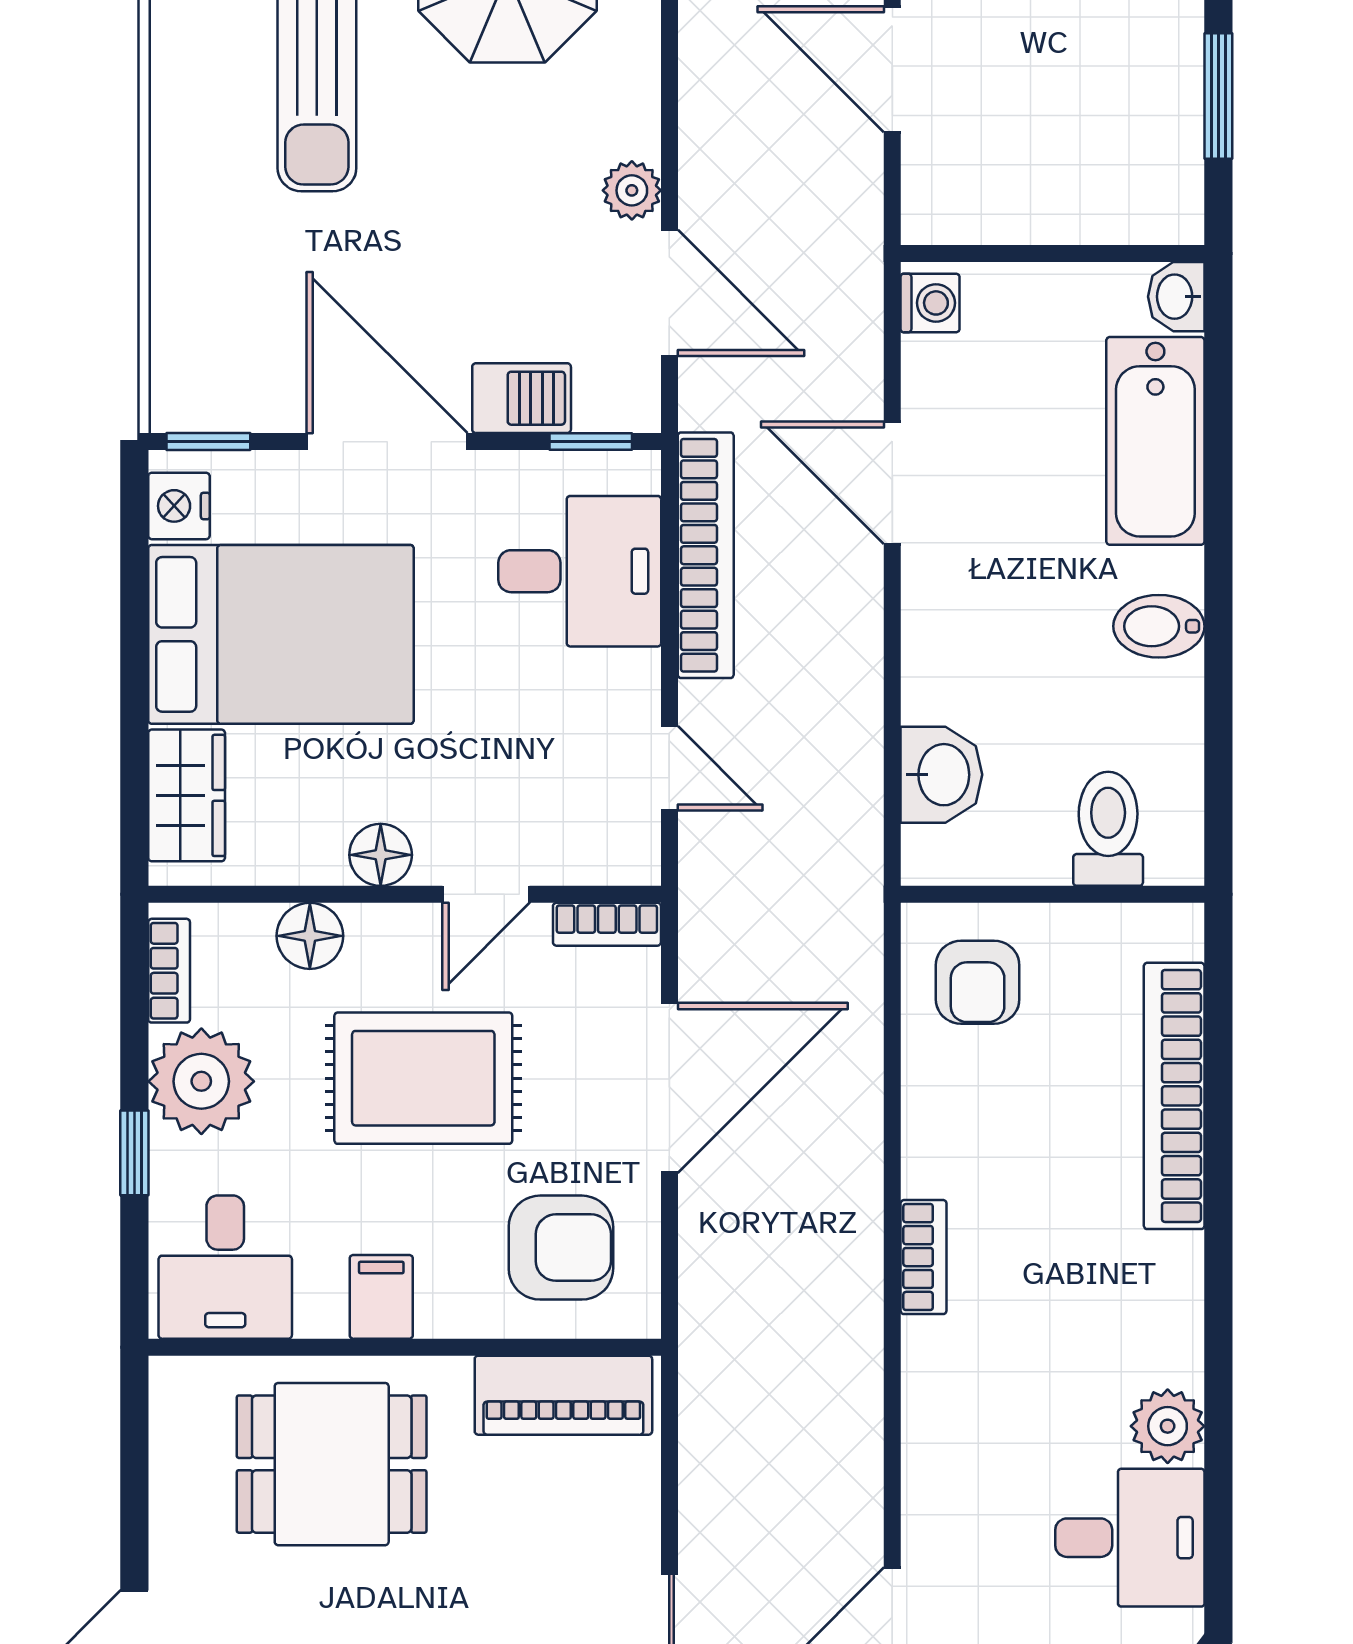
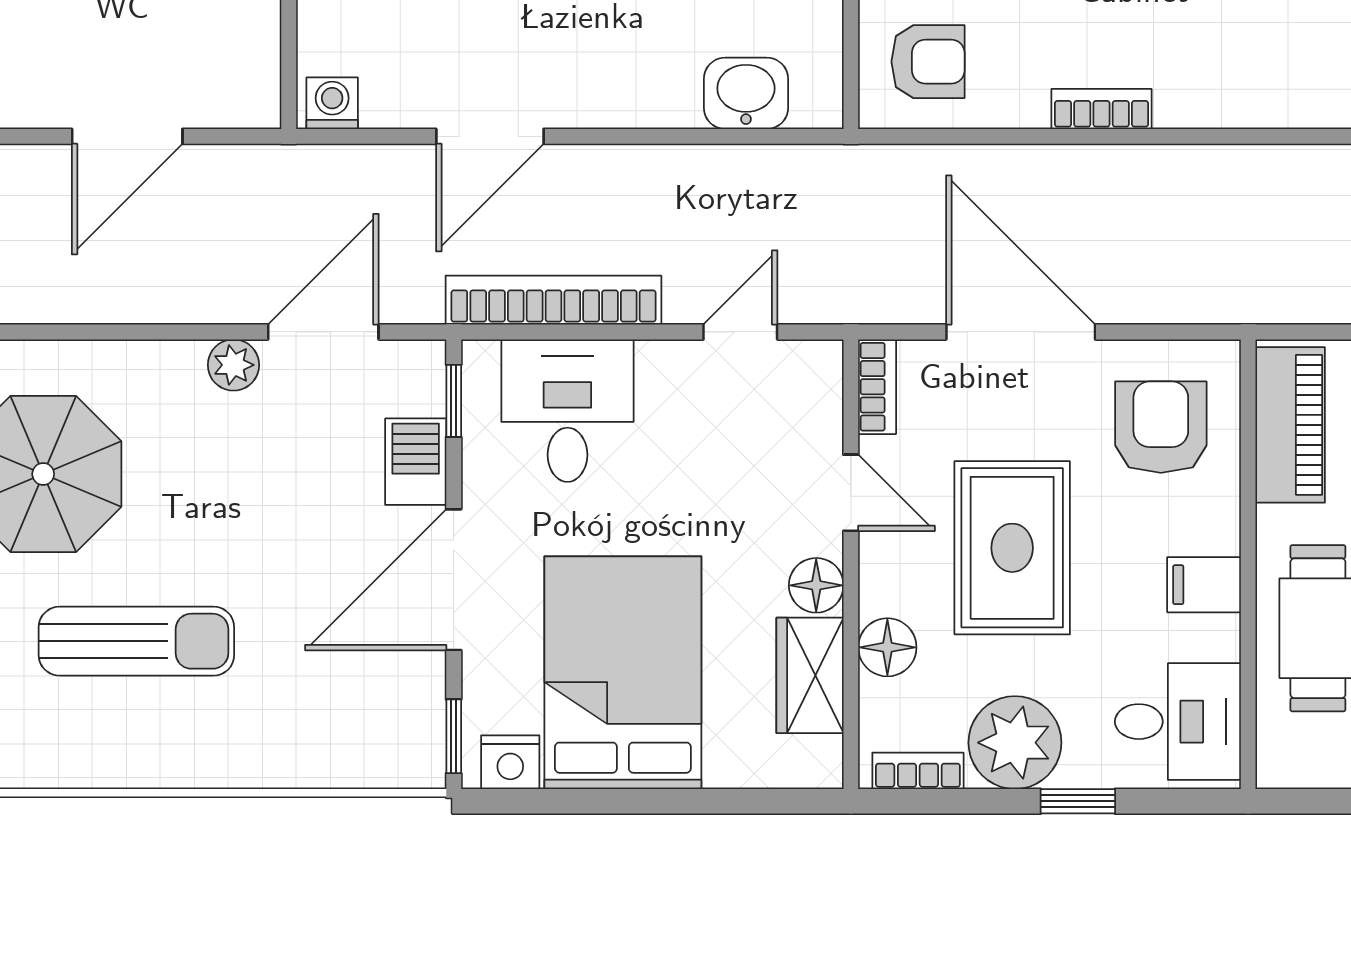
wardrobe: (187, 795) -> (810, 675), moved, turned -90
bookcase: (924, 1257) -> (1102, 109), moved

